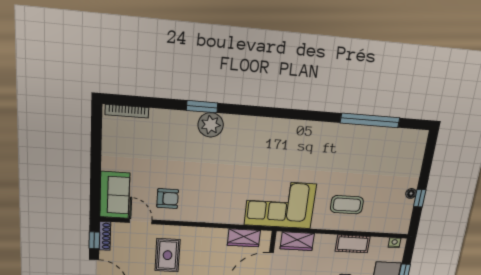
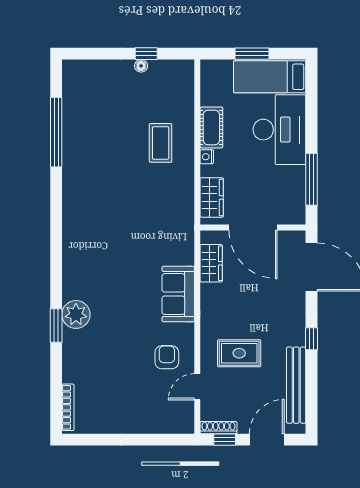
sofa: (115, 195) -> (178, 294), moved, turned -90
corner sofa: (280, 204) -> (166, 224), removed
nightstand: (394, 243) -> (207, 157), moved

